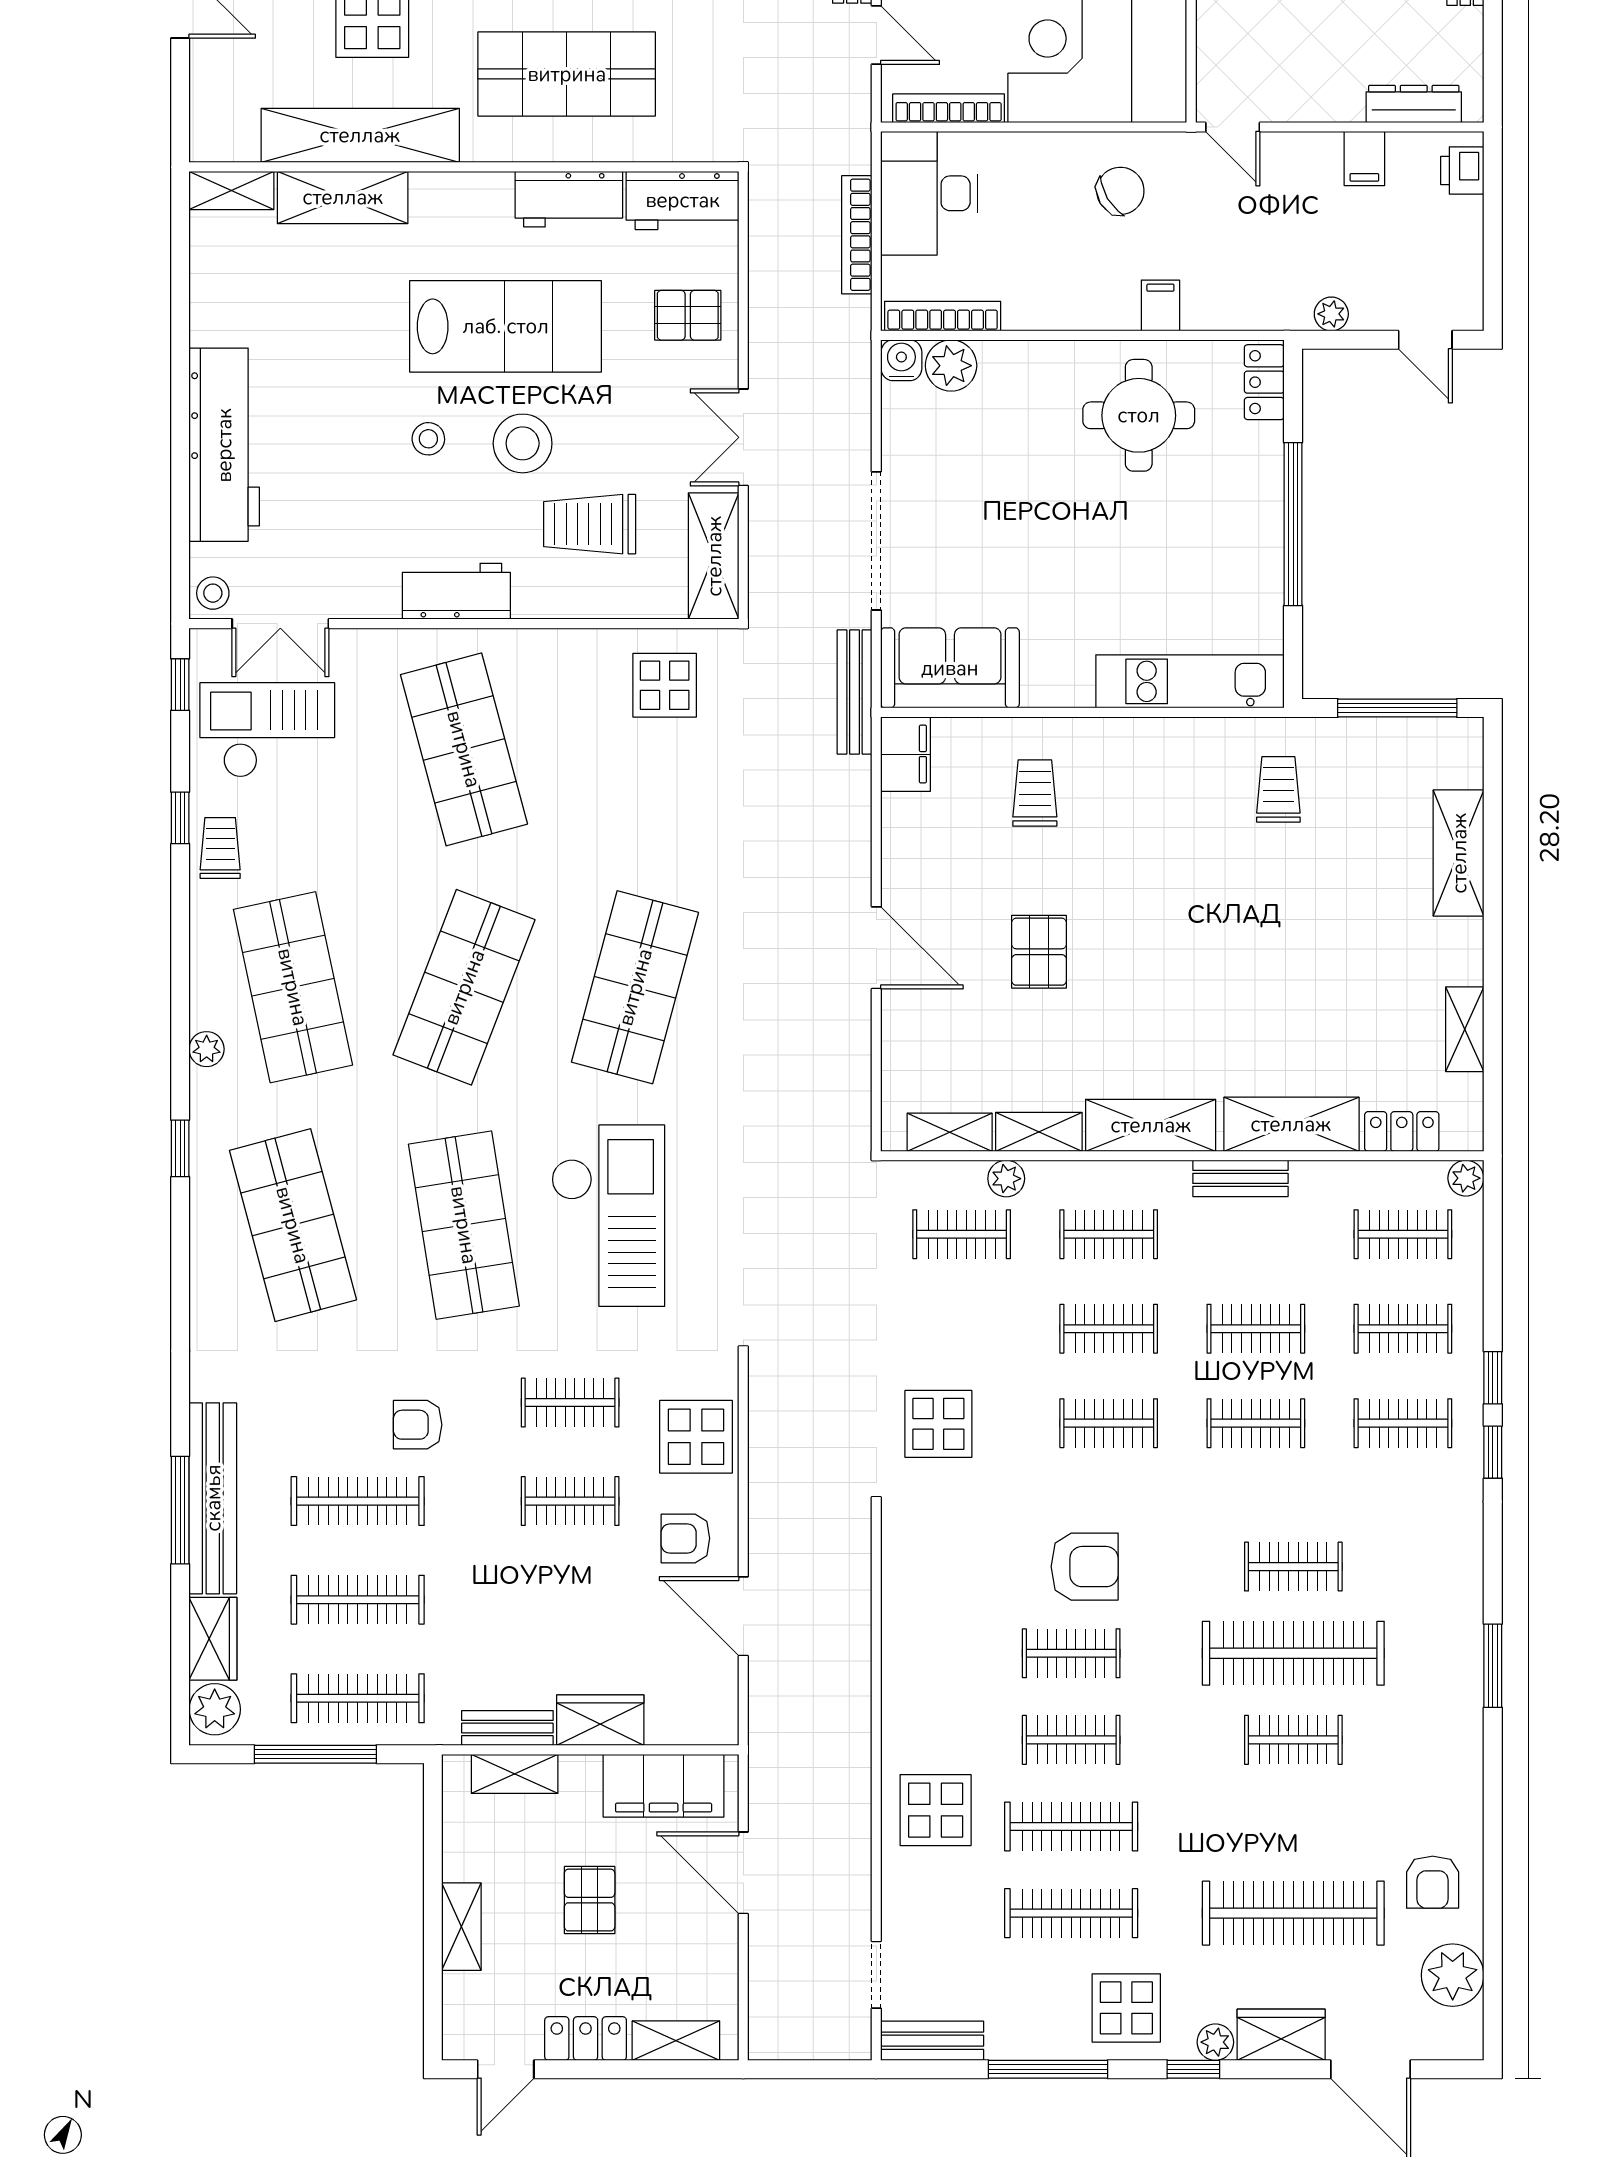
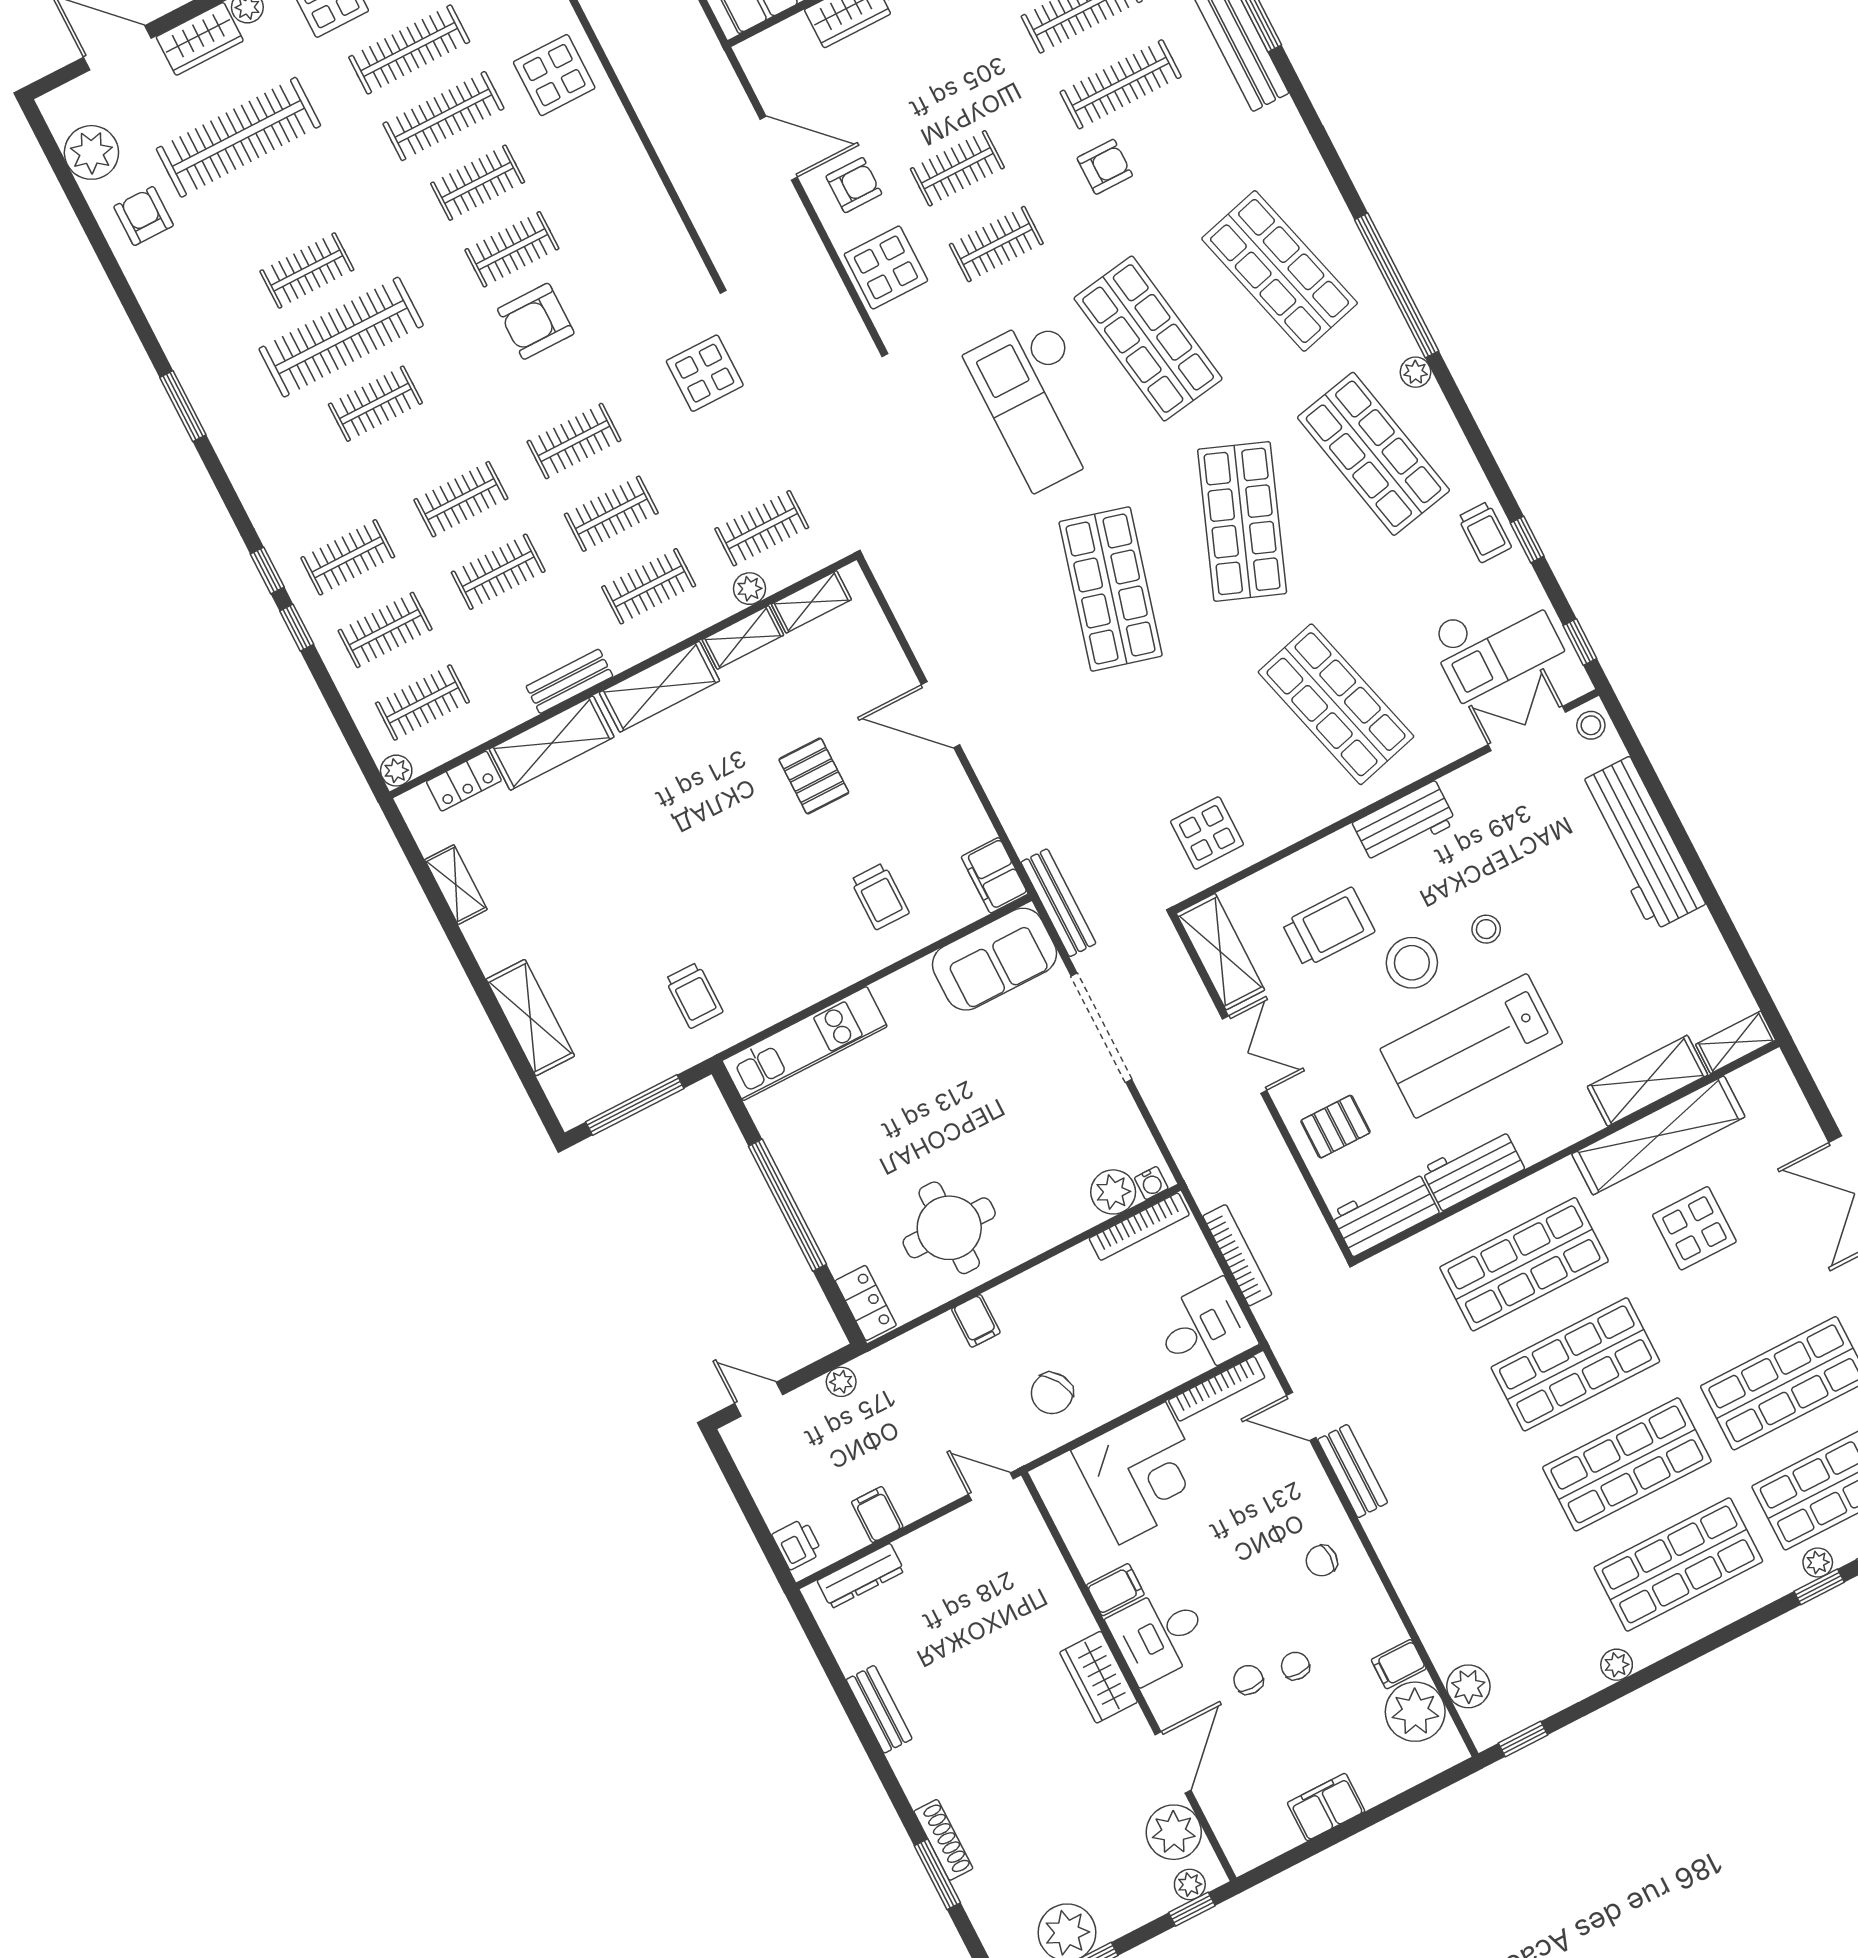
desk: (929, 193) -> (1205, 1329), width x0.73
water cooler: (901, 360) -> (1151, 1183), width x0.72, depth x0.72
window: (180, 1148) -> (1397, 285), width x3.17

